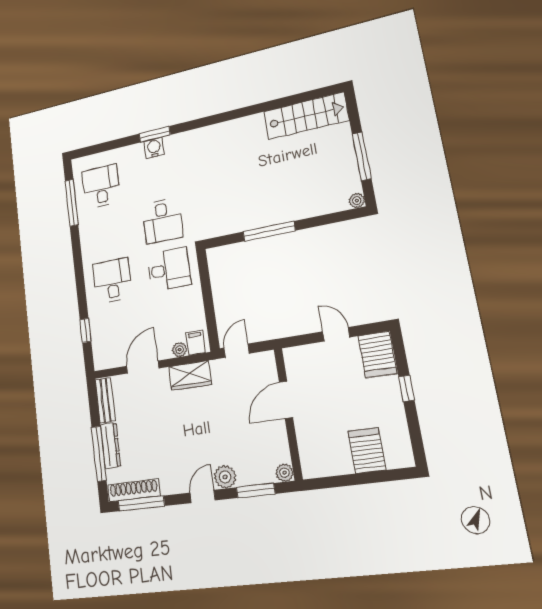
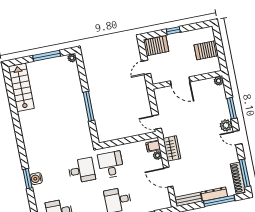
door: (286, 400) -> (180, 81), moved
wall: (288, 413) -> (187, 80), moved
plant: (285, 473) -> (219, 81), moved

